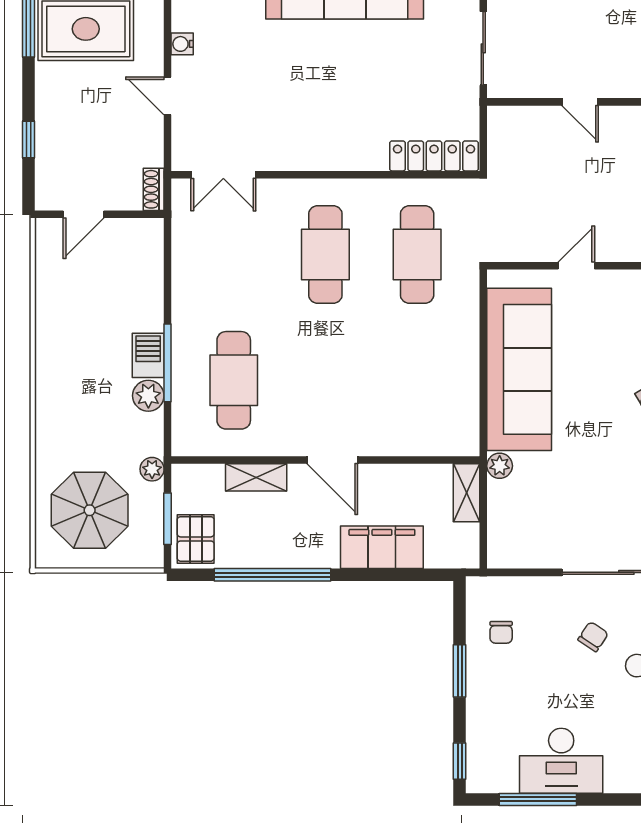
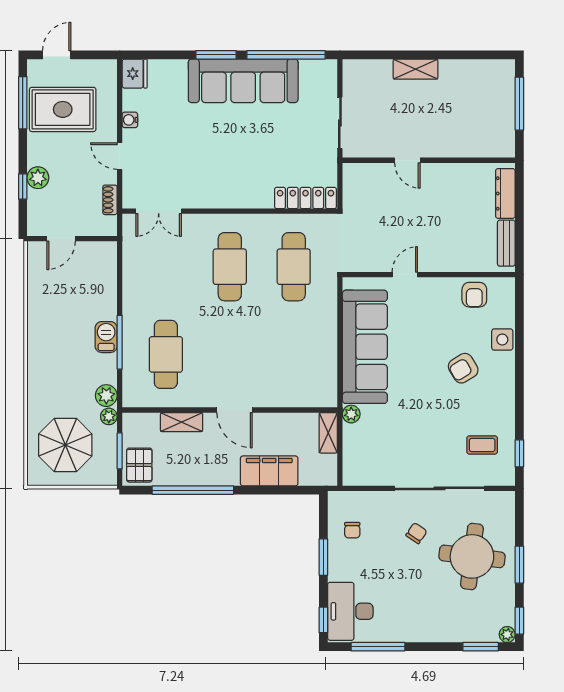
plant: (50, 127) -> (38, 178), added
shoe rack: (154, 189) -> (110, 200), moved
plant: (148, 396) -> (106, 396), moved
desk: (561, 761) -> (350, 611), moved, turned 90

